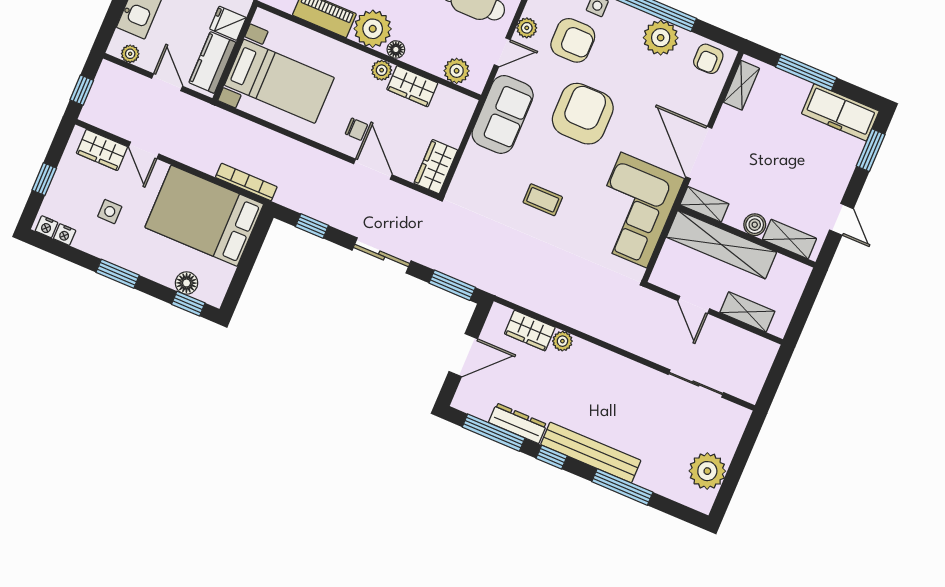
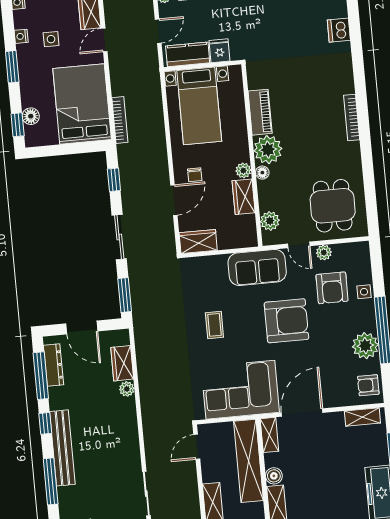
nightstand: (65, 235) -> (21, 36), moved
door: (694, 305) -> (197, 447), moved
dresser: (518, 423) -> (53, 365), moved

